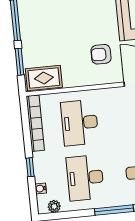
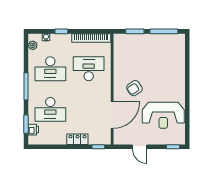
armchair: (101, 54) -> (134, 88), turned -124
rug: (44, 78) -> (122, 47), removed
desk: (85, 178) -> (50, 69), turned 180

